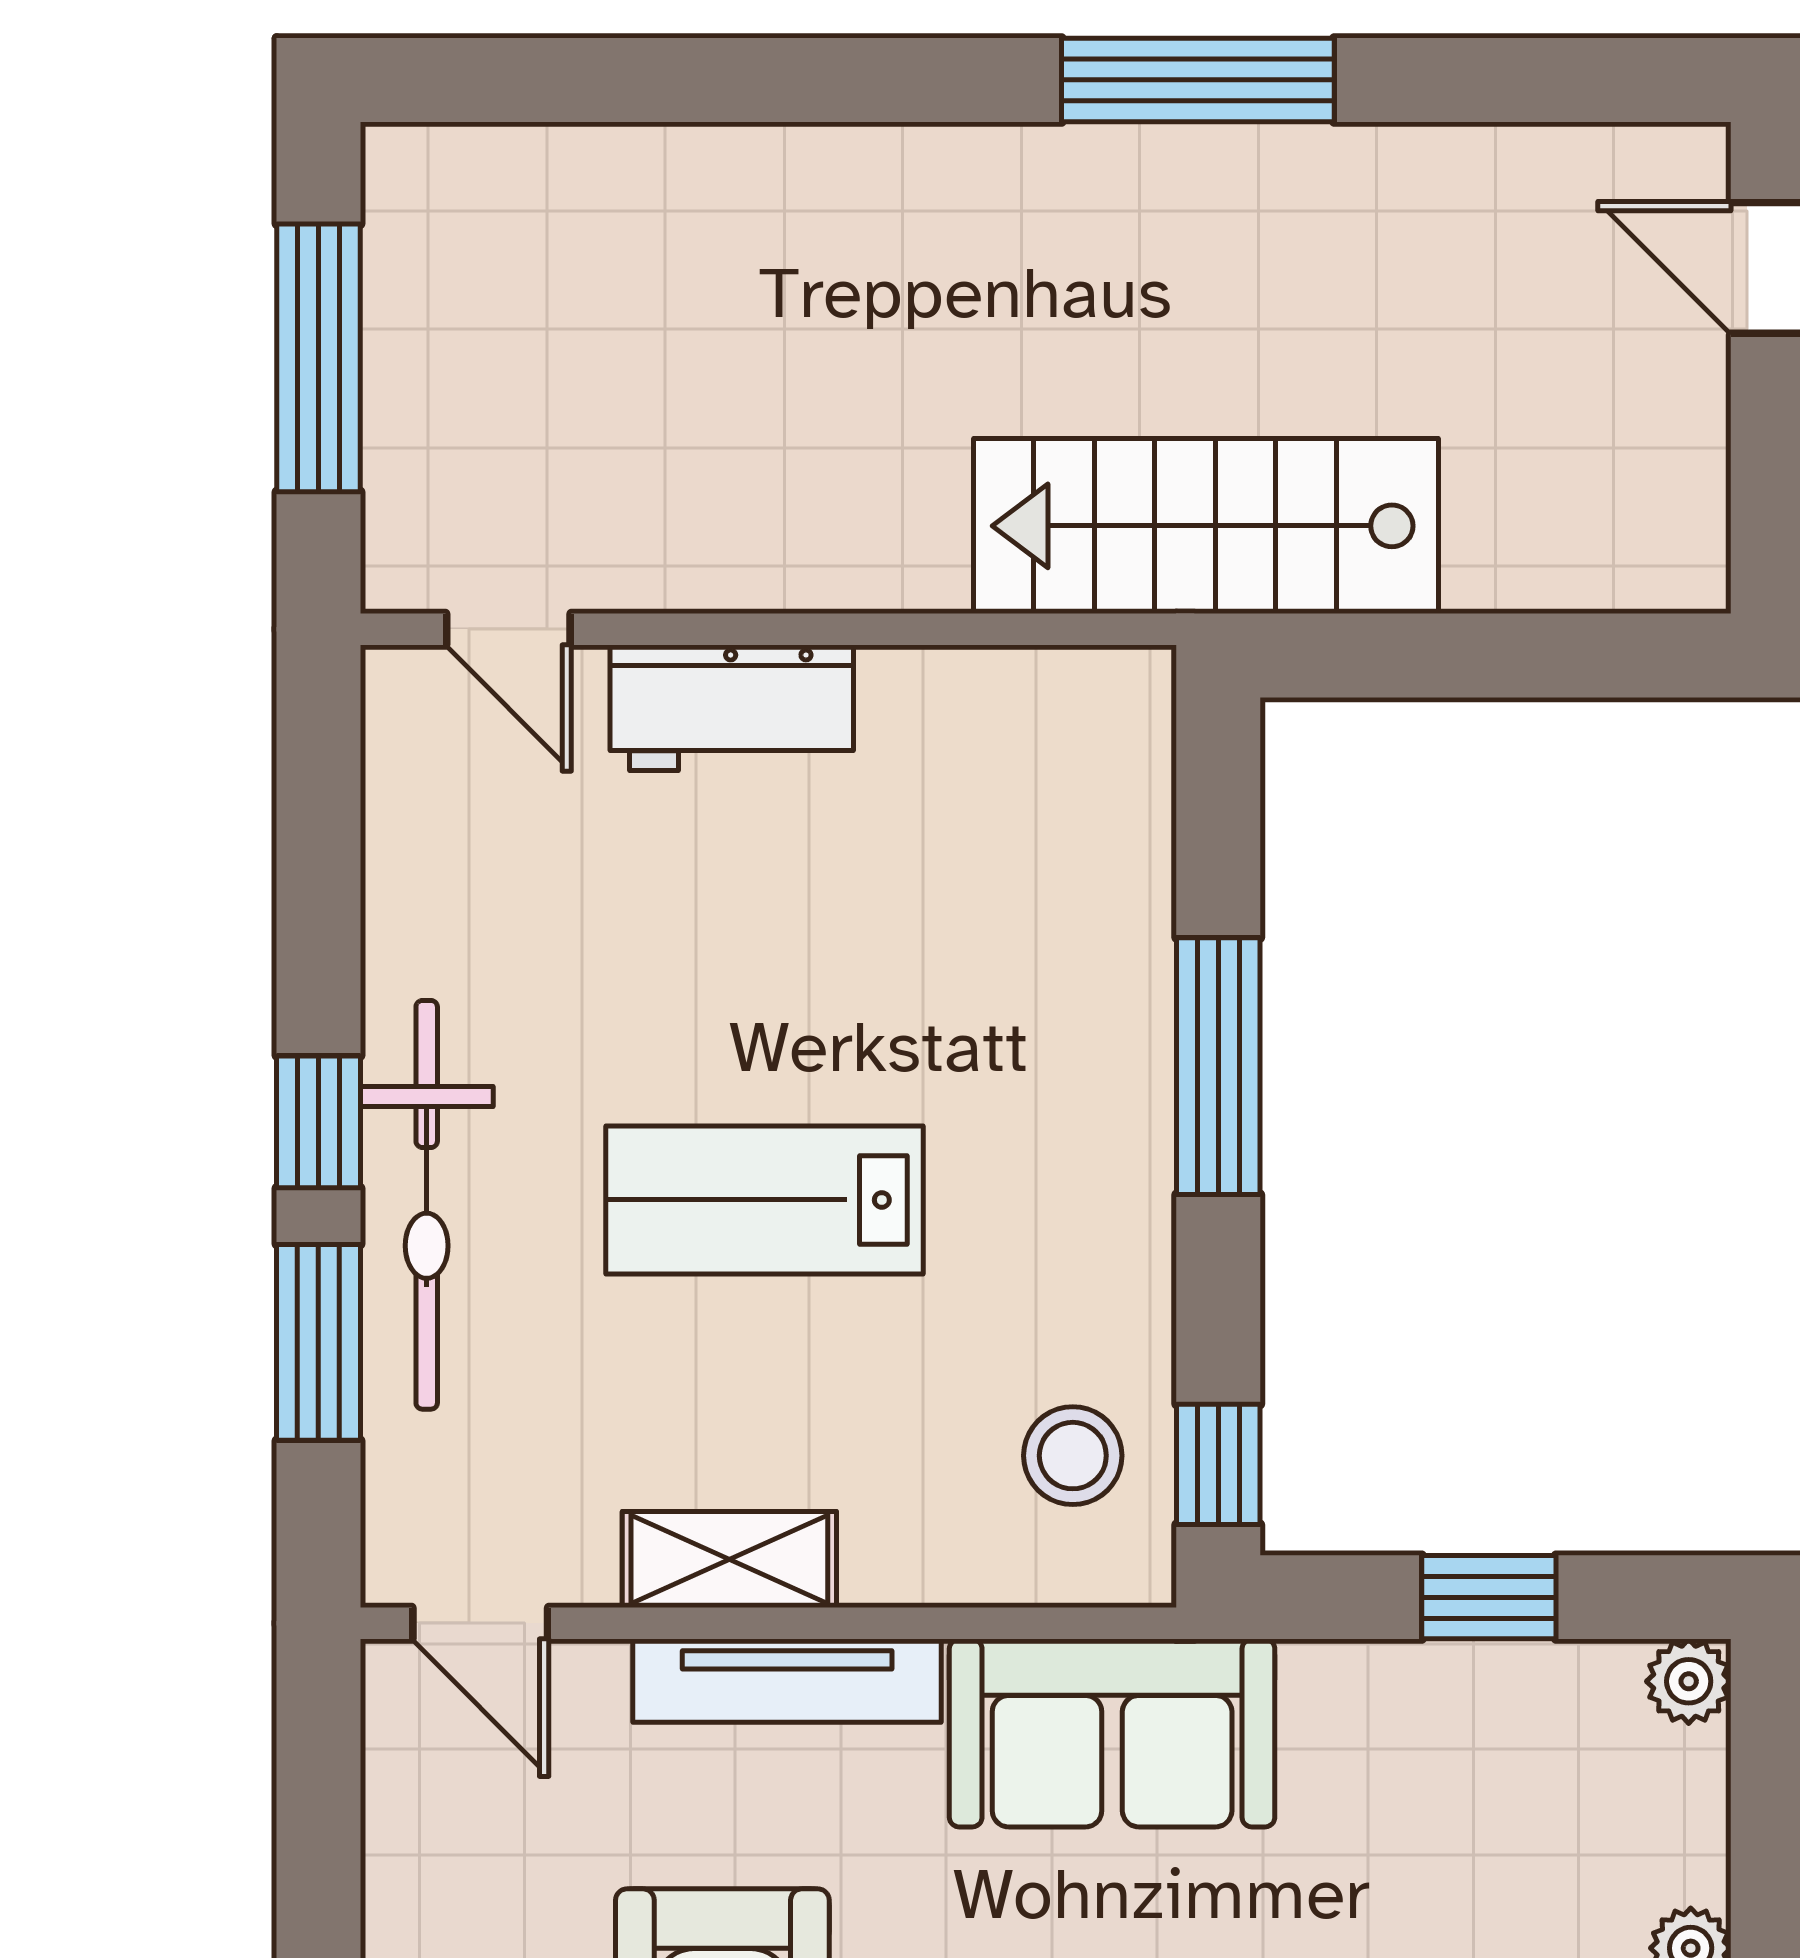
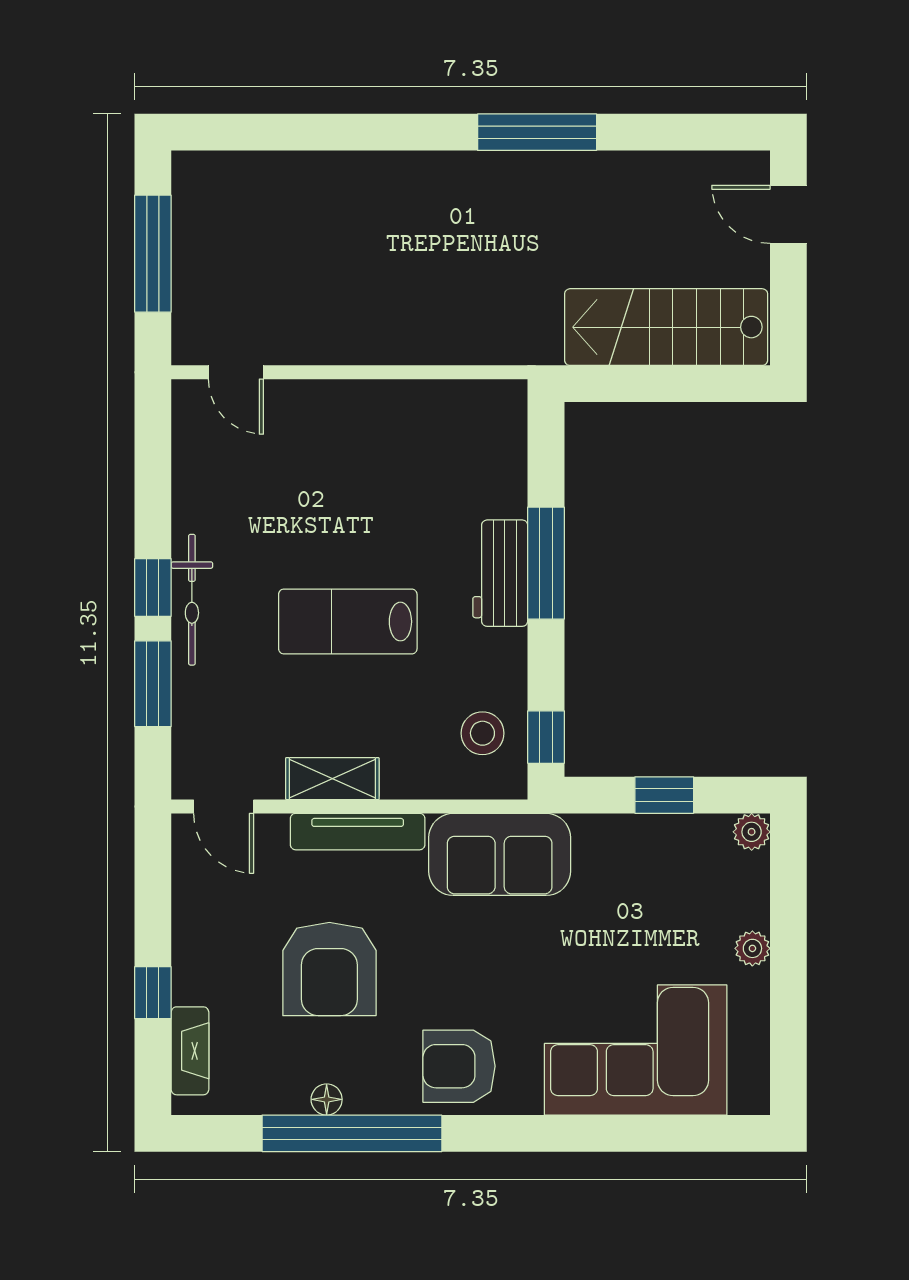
stairs: (1206, 526) -> (666, 327), moved
workbench: (732, 708) -> (500, 573), moved, turned 90
bicycle: (427, 1205) -> (192, 600), width x0.73, depth x0.71

